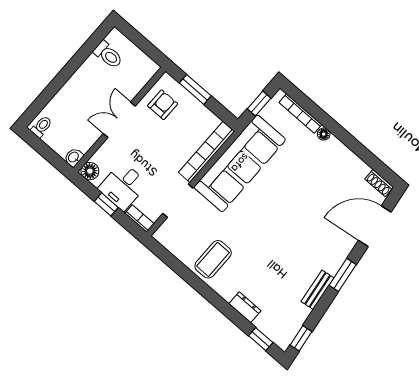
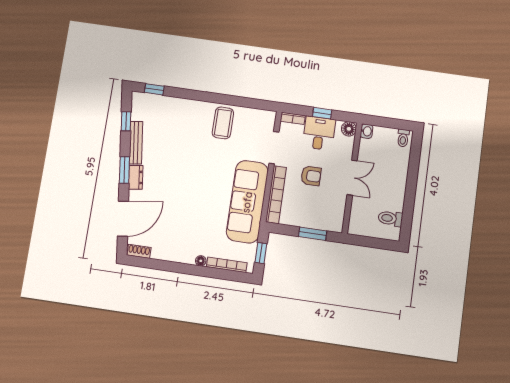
armchair: (163, 105) -> (311, 176), moved, turned -90
bench: (318, 290) -> (136, 143), width x1.36
dresser: (245, 307) -> (136, 177), moved, turned -98
window: (301, 338) -> (126, 121), moved

